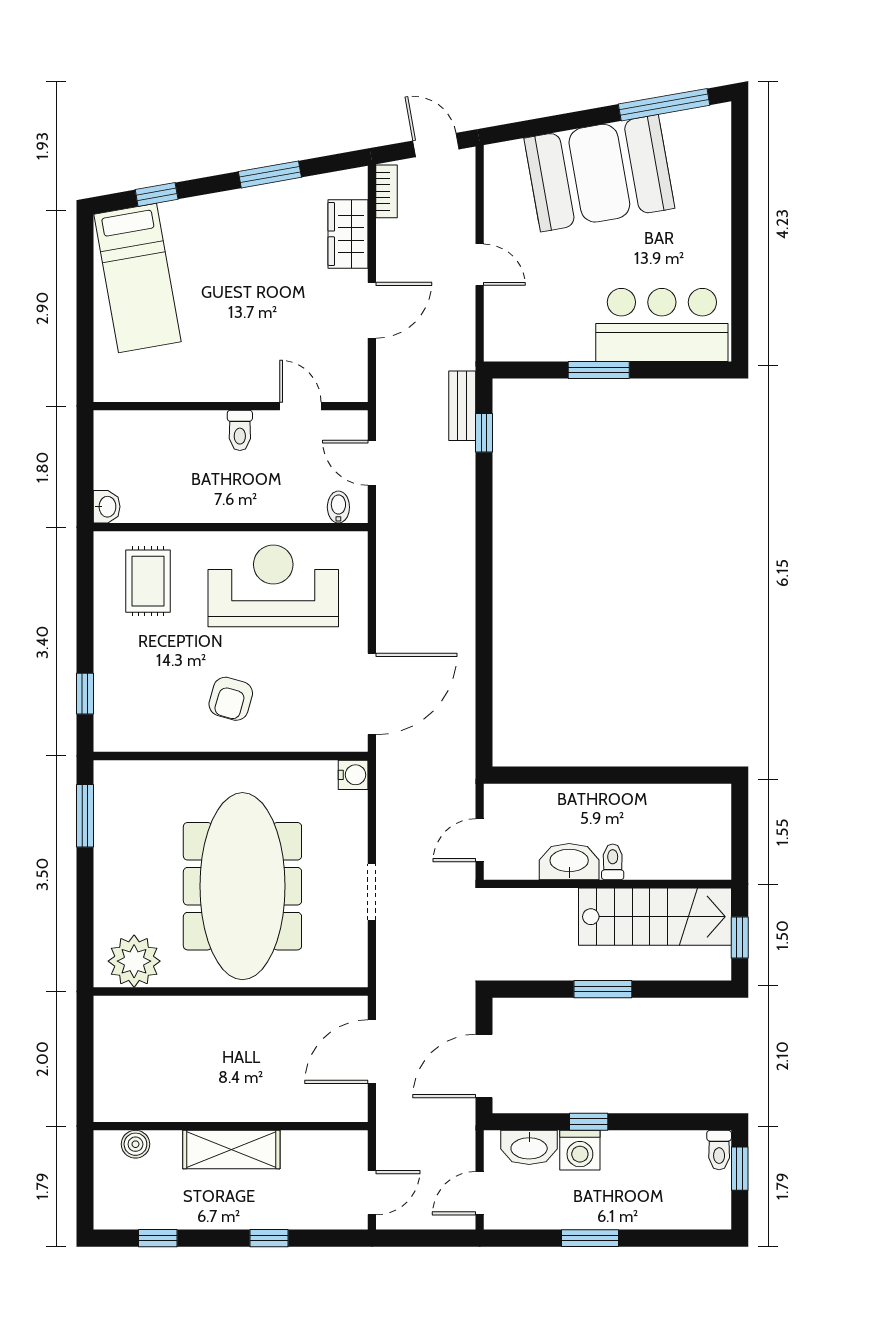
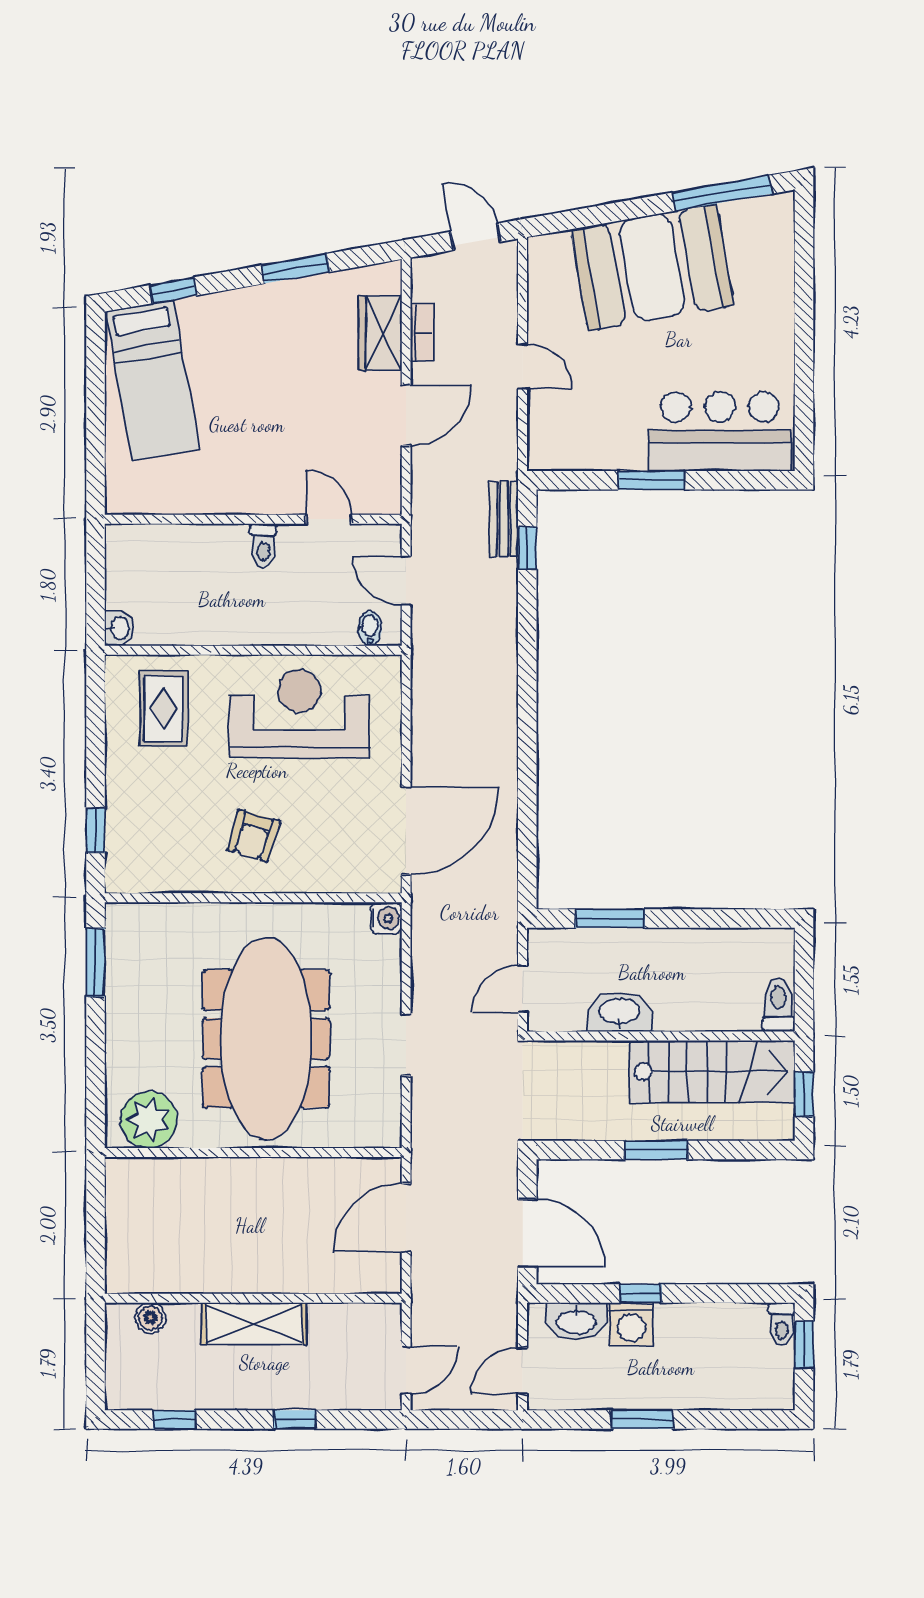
bookcase: (387, 191) -> (422, 332), moved
window: (560, 775) -> (610, 919), added
toilet: (613, 862) -> (779, 1005), moved, width x1.37, depth x1.39
door: (484, 1066) -> (527, 1233), swing flipped

